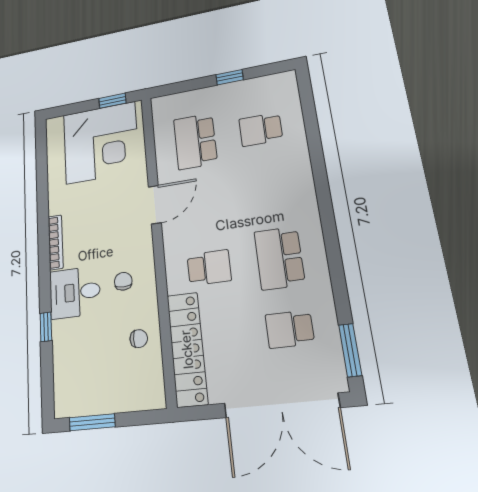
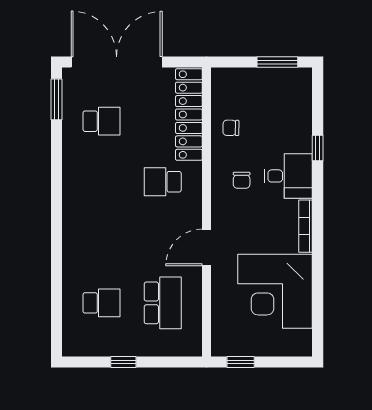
corner desk: (101, 143) -> (275, 291), moved, turned -90
school desk: (279, 258) -> (102, 182), removed

